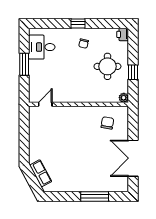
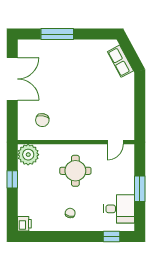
window: (78, 23) -> (112, 237), moved
round table: (107, 66) -> (75, 171), moved
plant: (124, 98) -> (28, 155), width x1.88, depth x1.88

